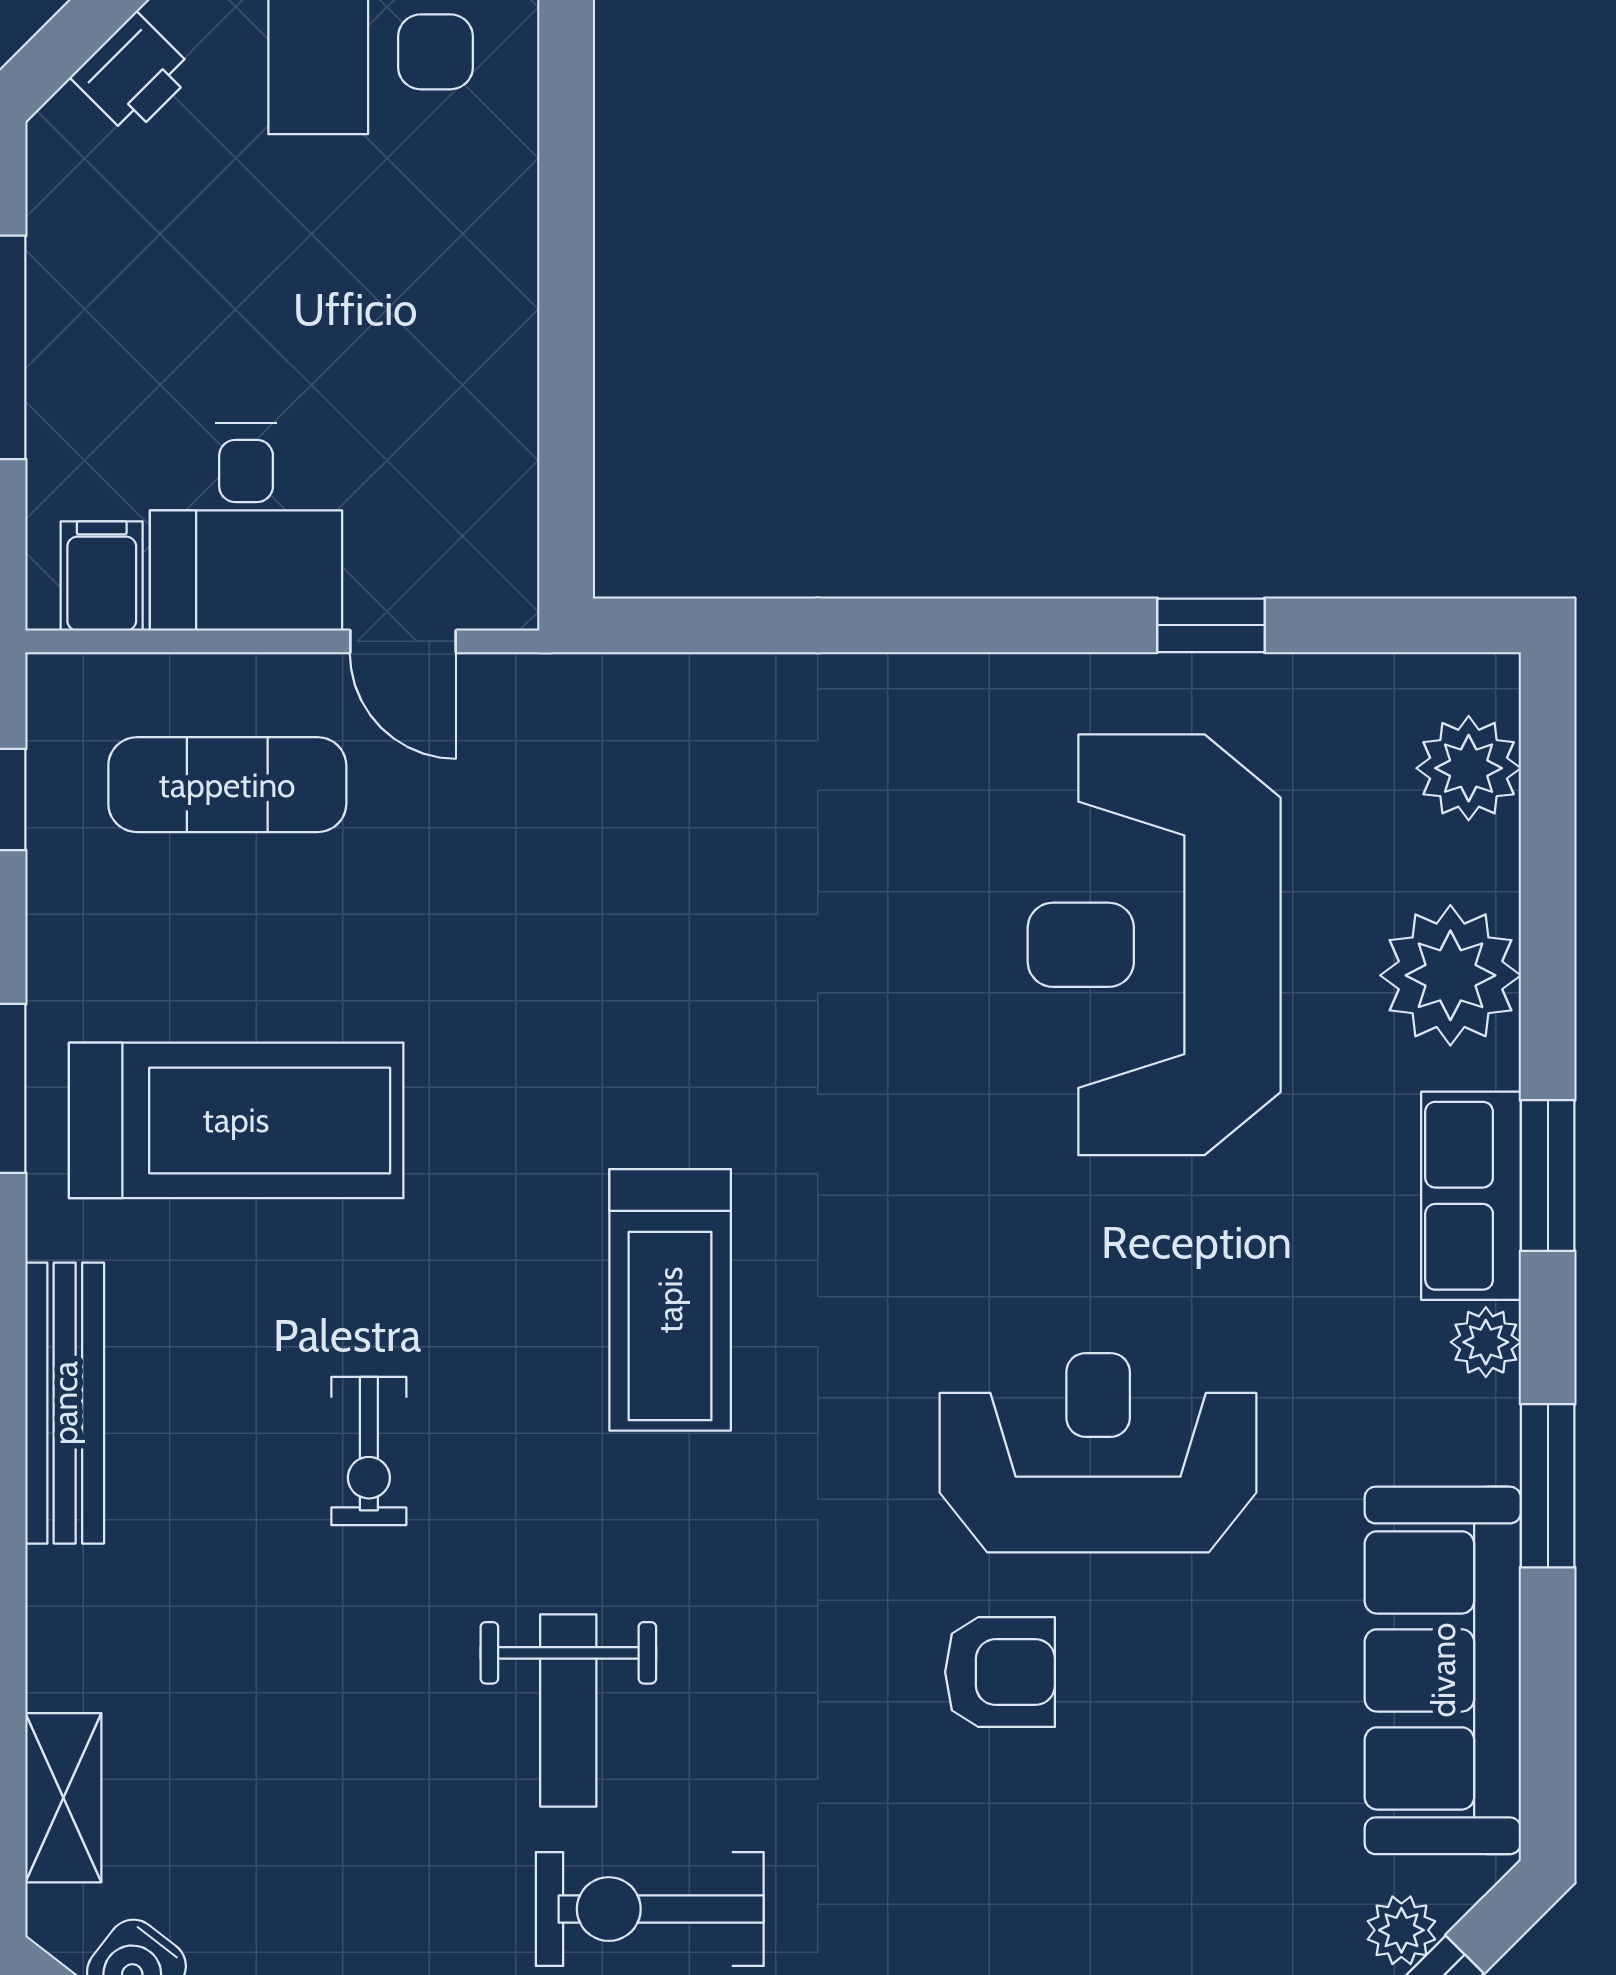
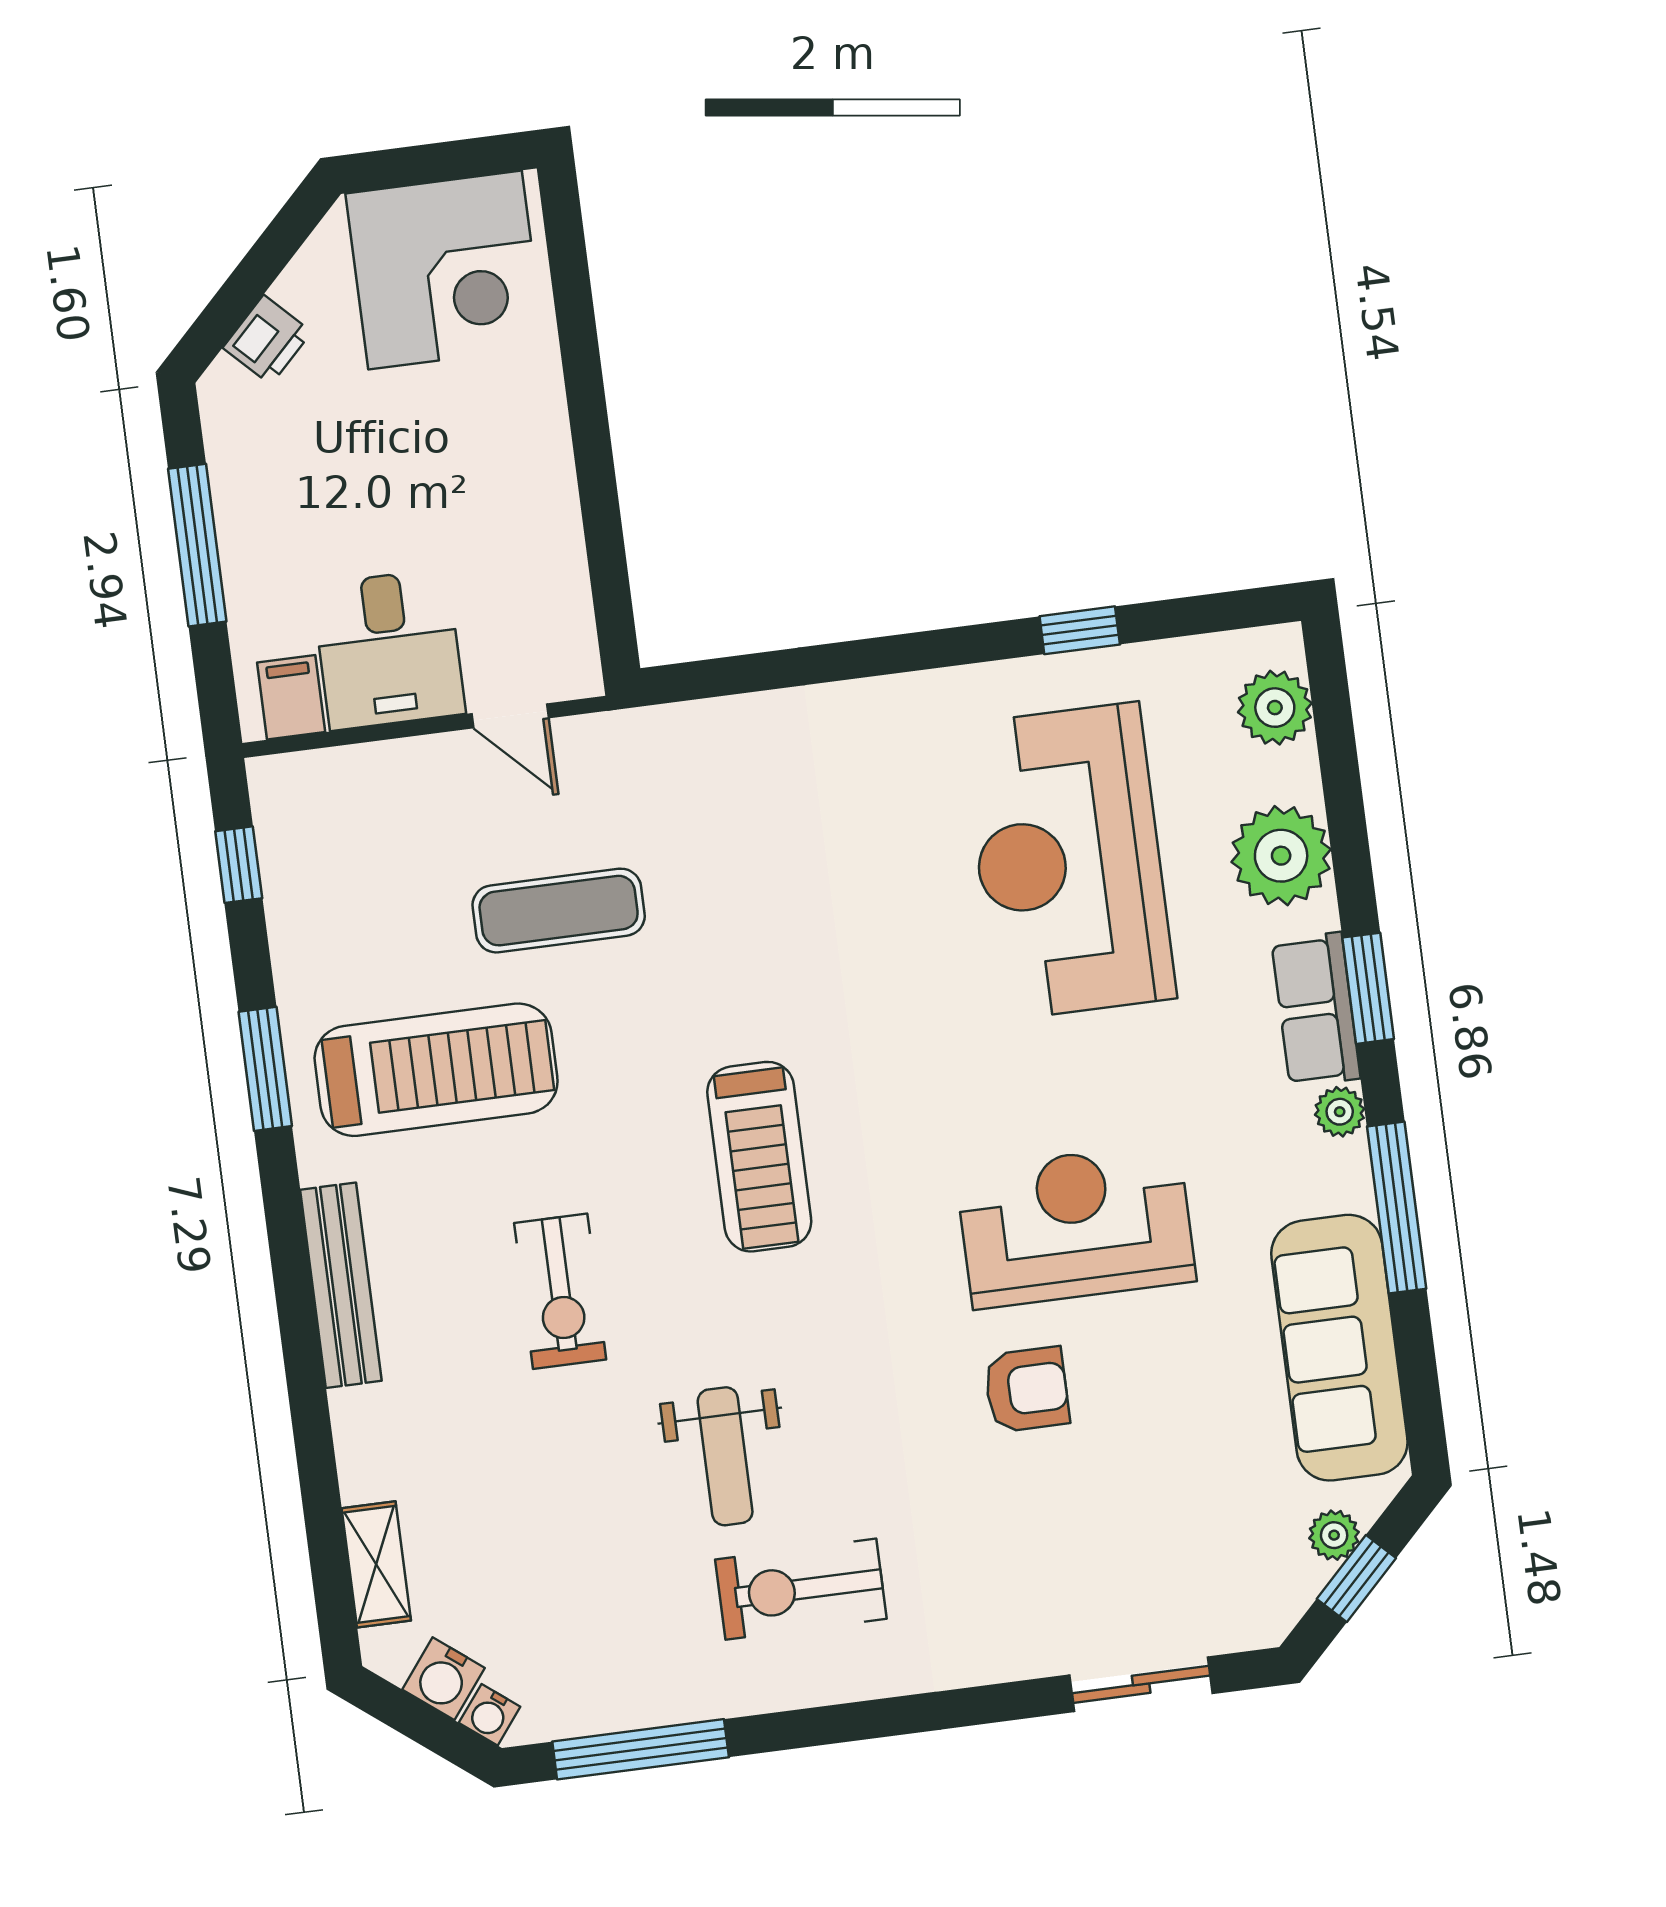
exercise mat: (227, 785) -> (559, 911), moved
exercise bike: (369, 1451) -> (560, 1291), width x1.38, depth x1.39
window: (1548, 1486) -> (1397, 1208), width x1.44

